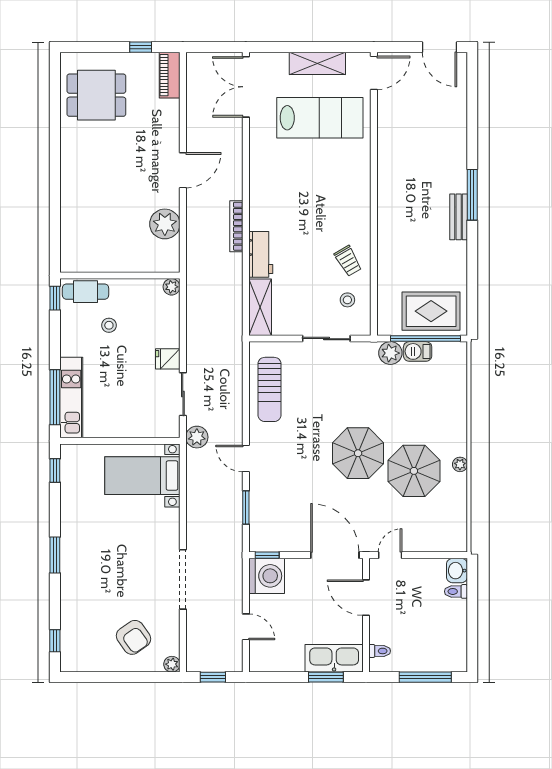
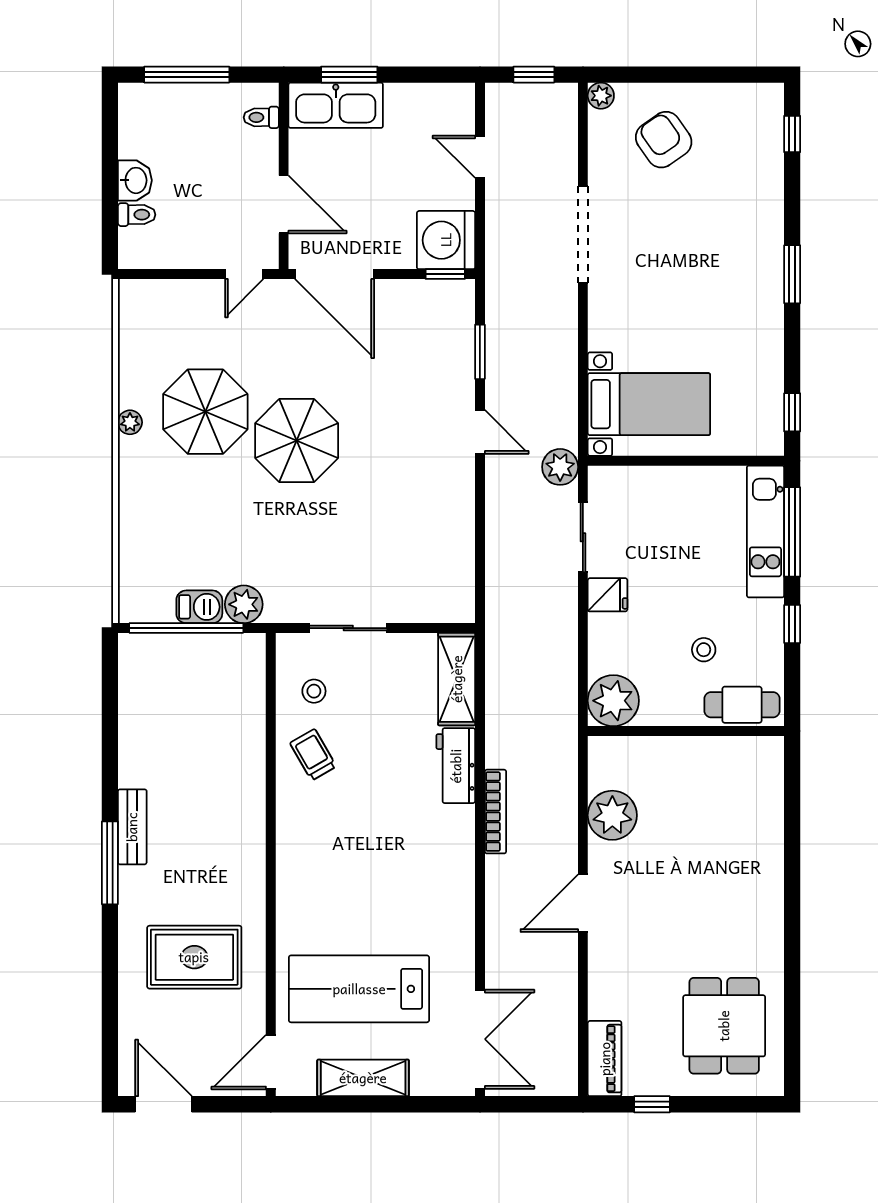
dining table: (96, 95) -> (724, 1026), turned 90
plant: (172, 287) -> (613, 701), width x1.88, depth x1.88
window: (55, 298) -> (792, 624), moved
rug: (431, 311) -> (194, 957), moved
sun lounger: (270, 389) -> (441, 545), removed
washbasin: (457, 571) -> (135, 180), moved

